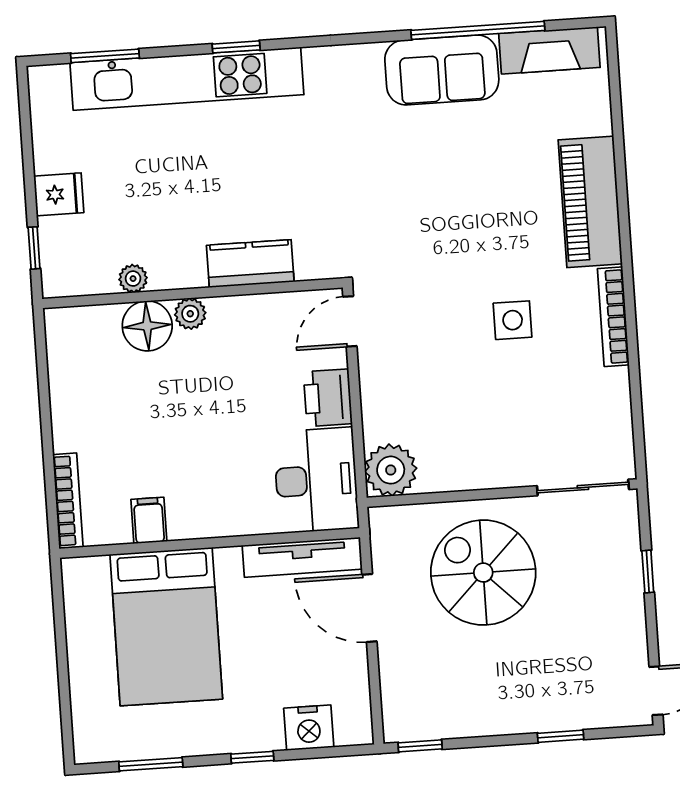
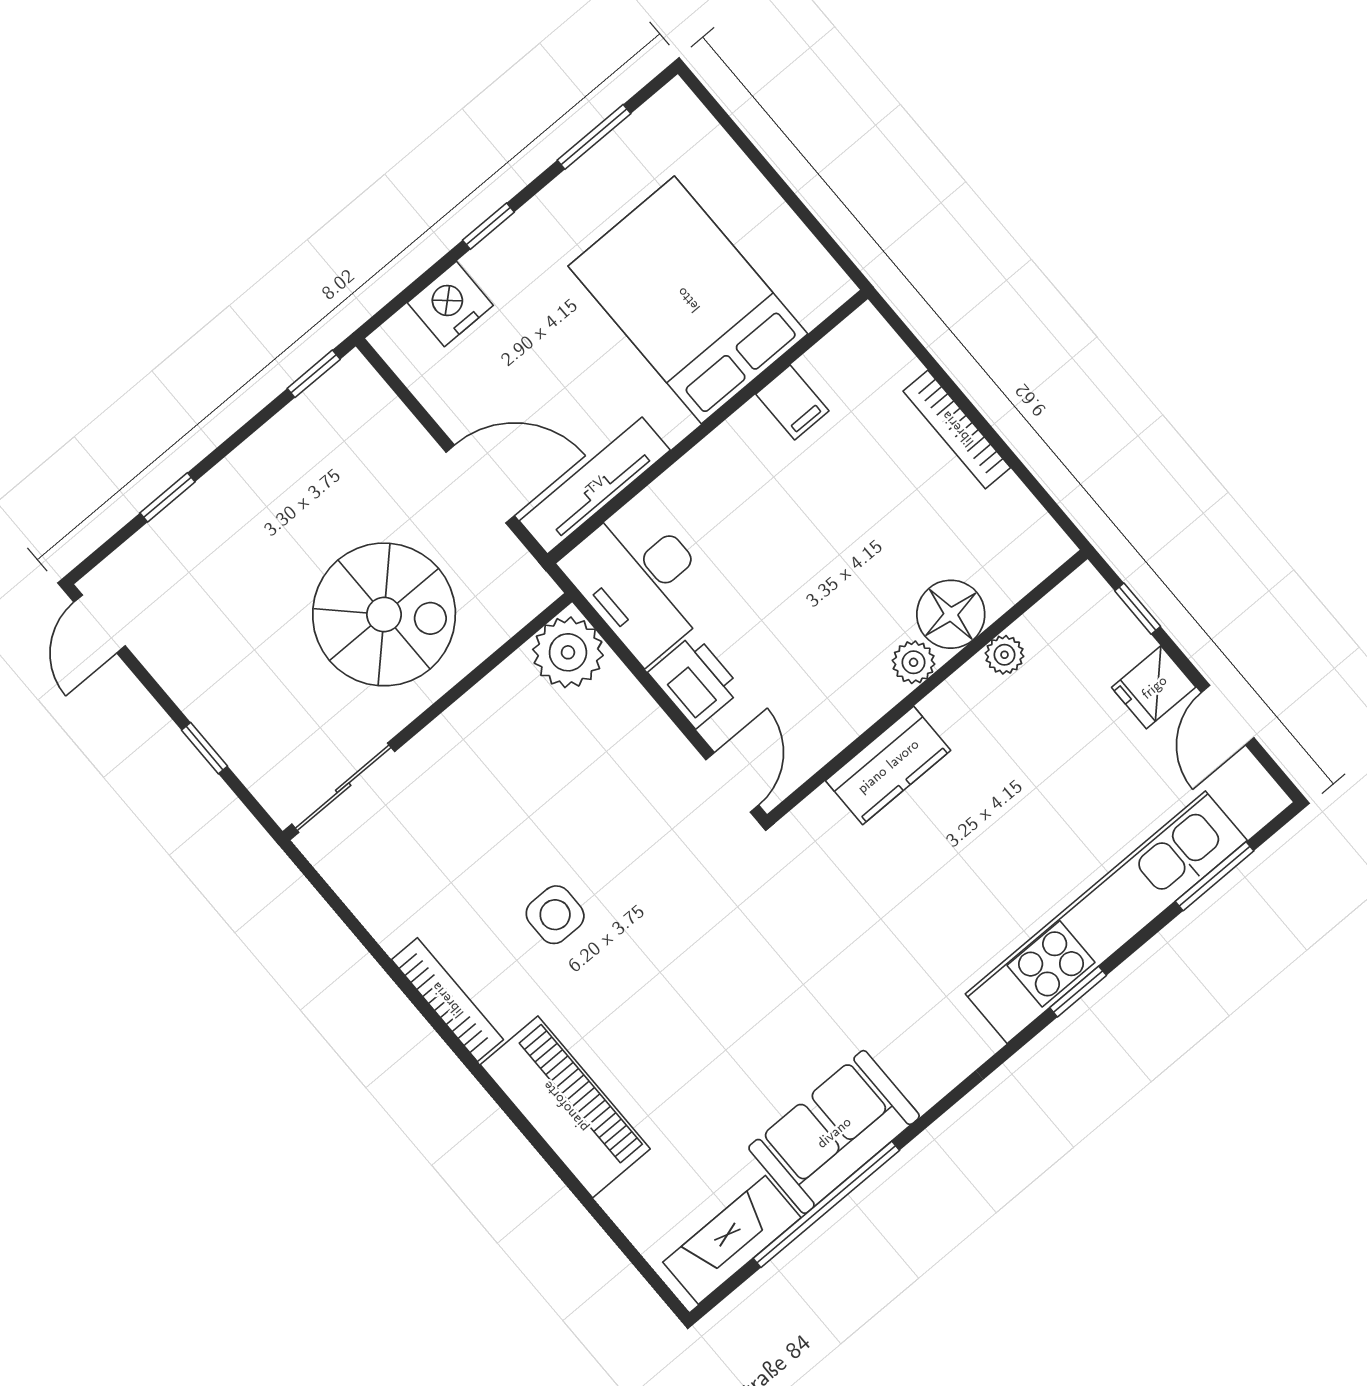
door: (27, 146) -> (1228, 715), added
bookcase: (68, 501) -> (957, 429), moved

